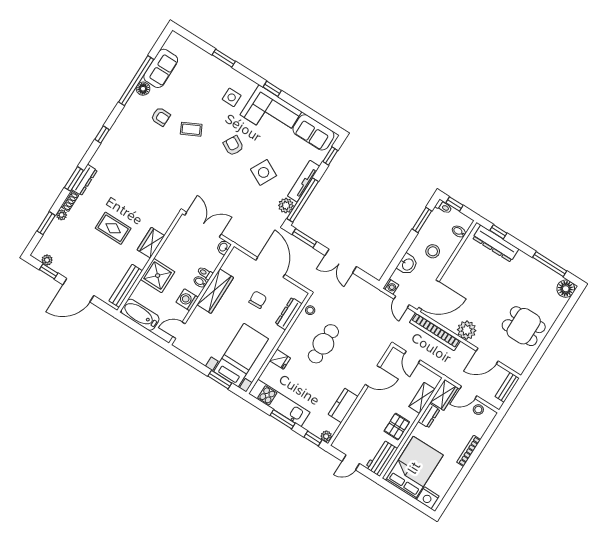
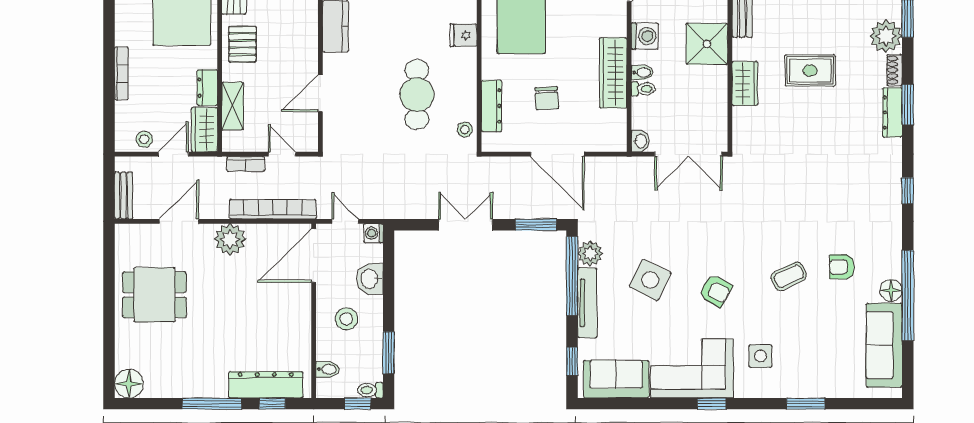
sofa: (161, 68) -> (884, 345), width x1.36
plant: (62, 215) -> (886, 36), width x1.88, depth x1.88
window: (550, 264) -> (212, 404), moved
bookcase: (434, 364) -> (246, 164), added

